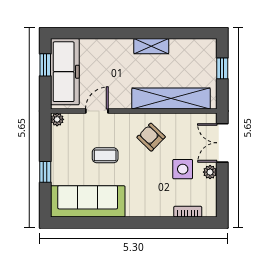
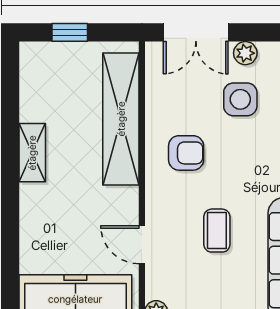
armchair: (151, 137) -> (186, 153), turned -134

